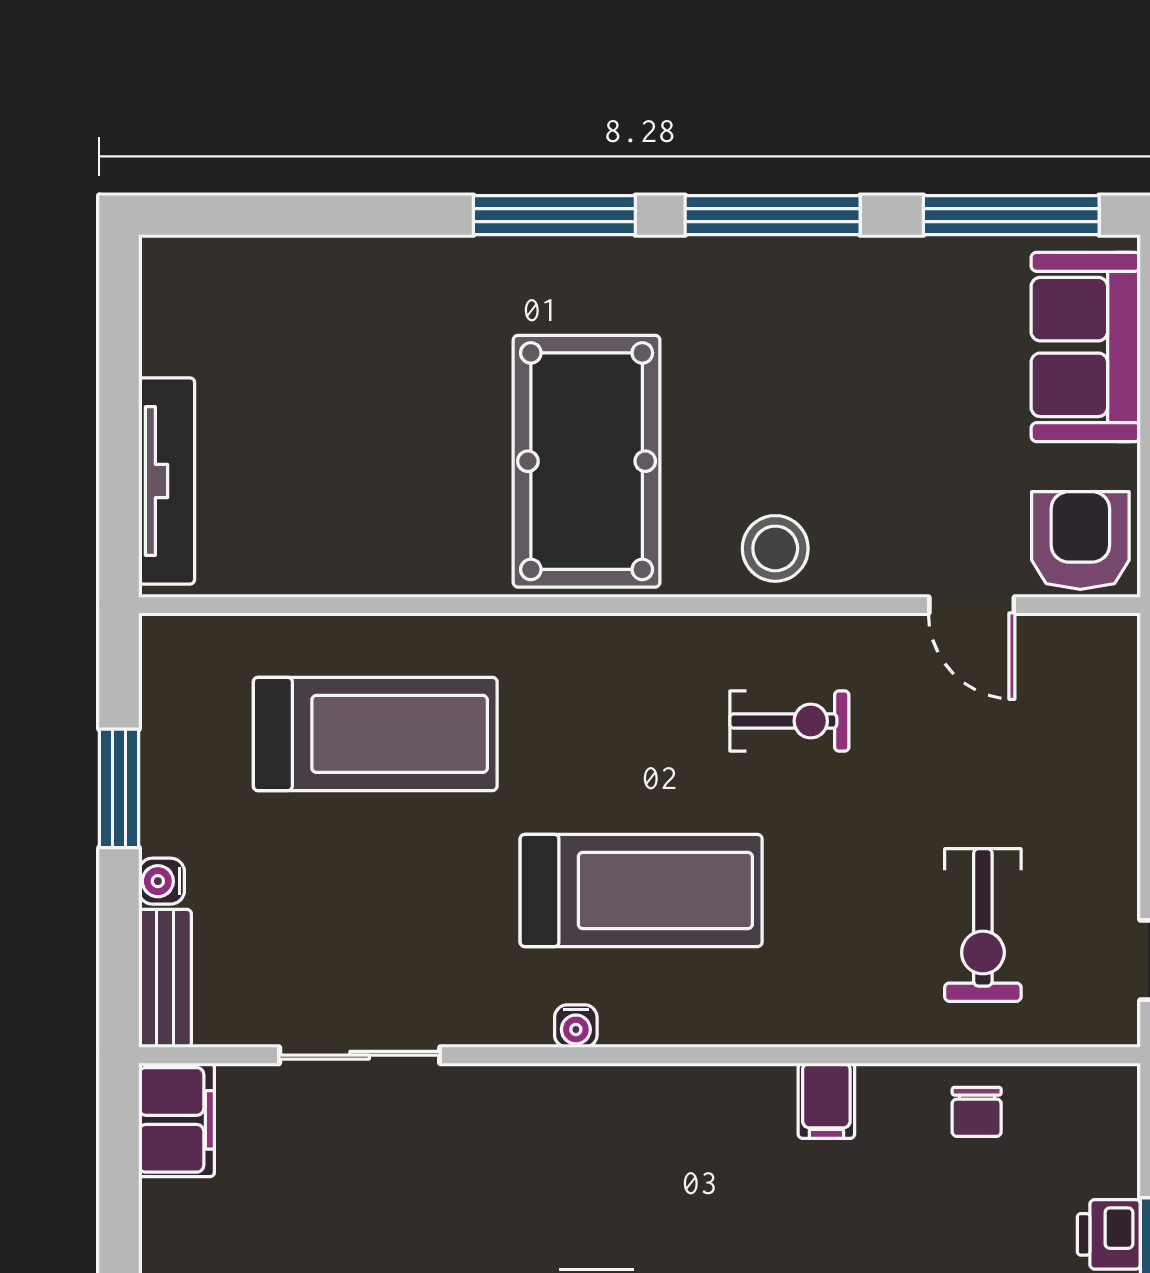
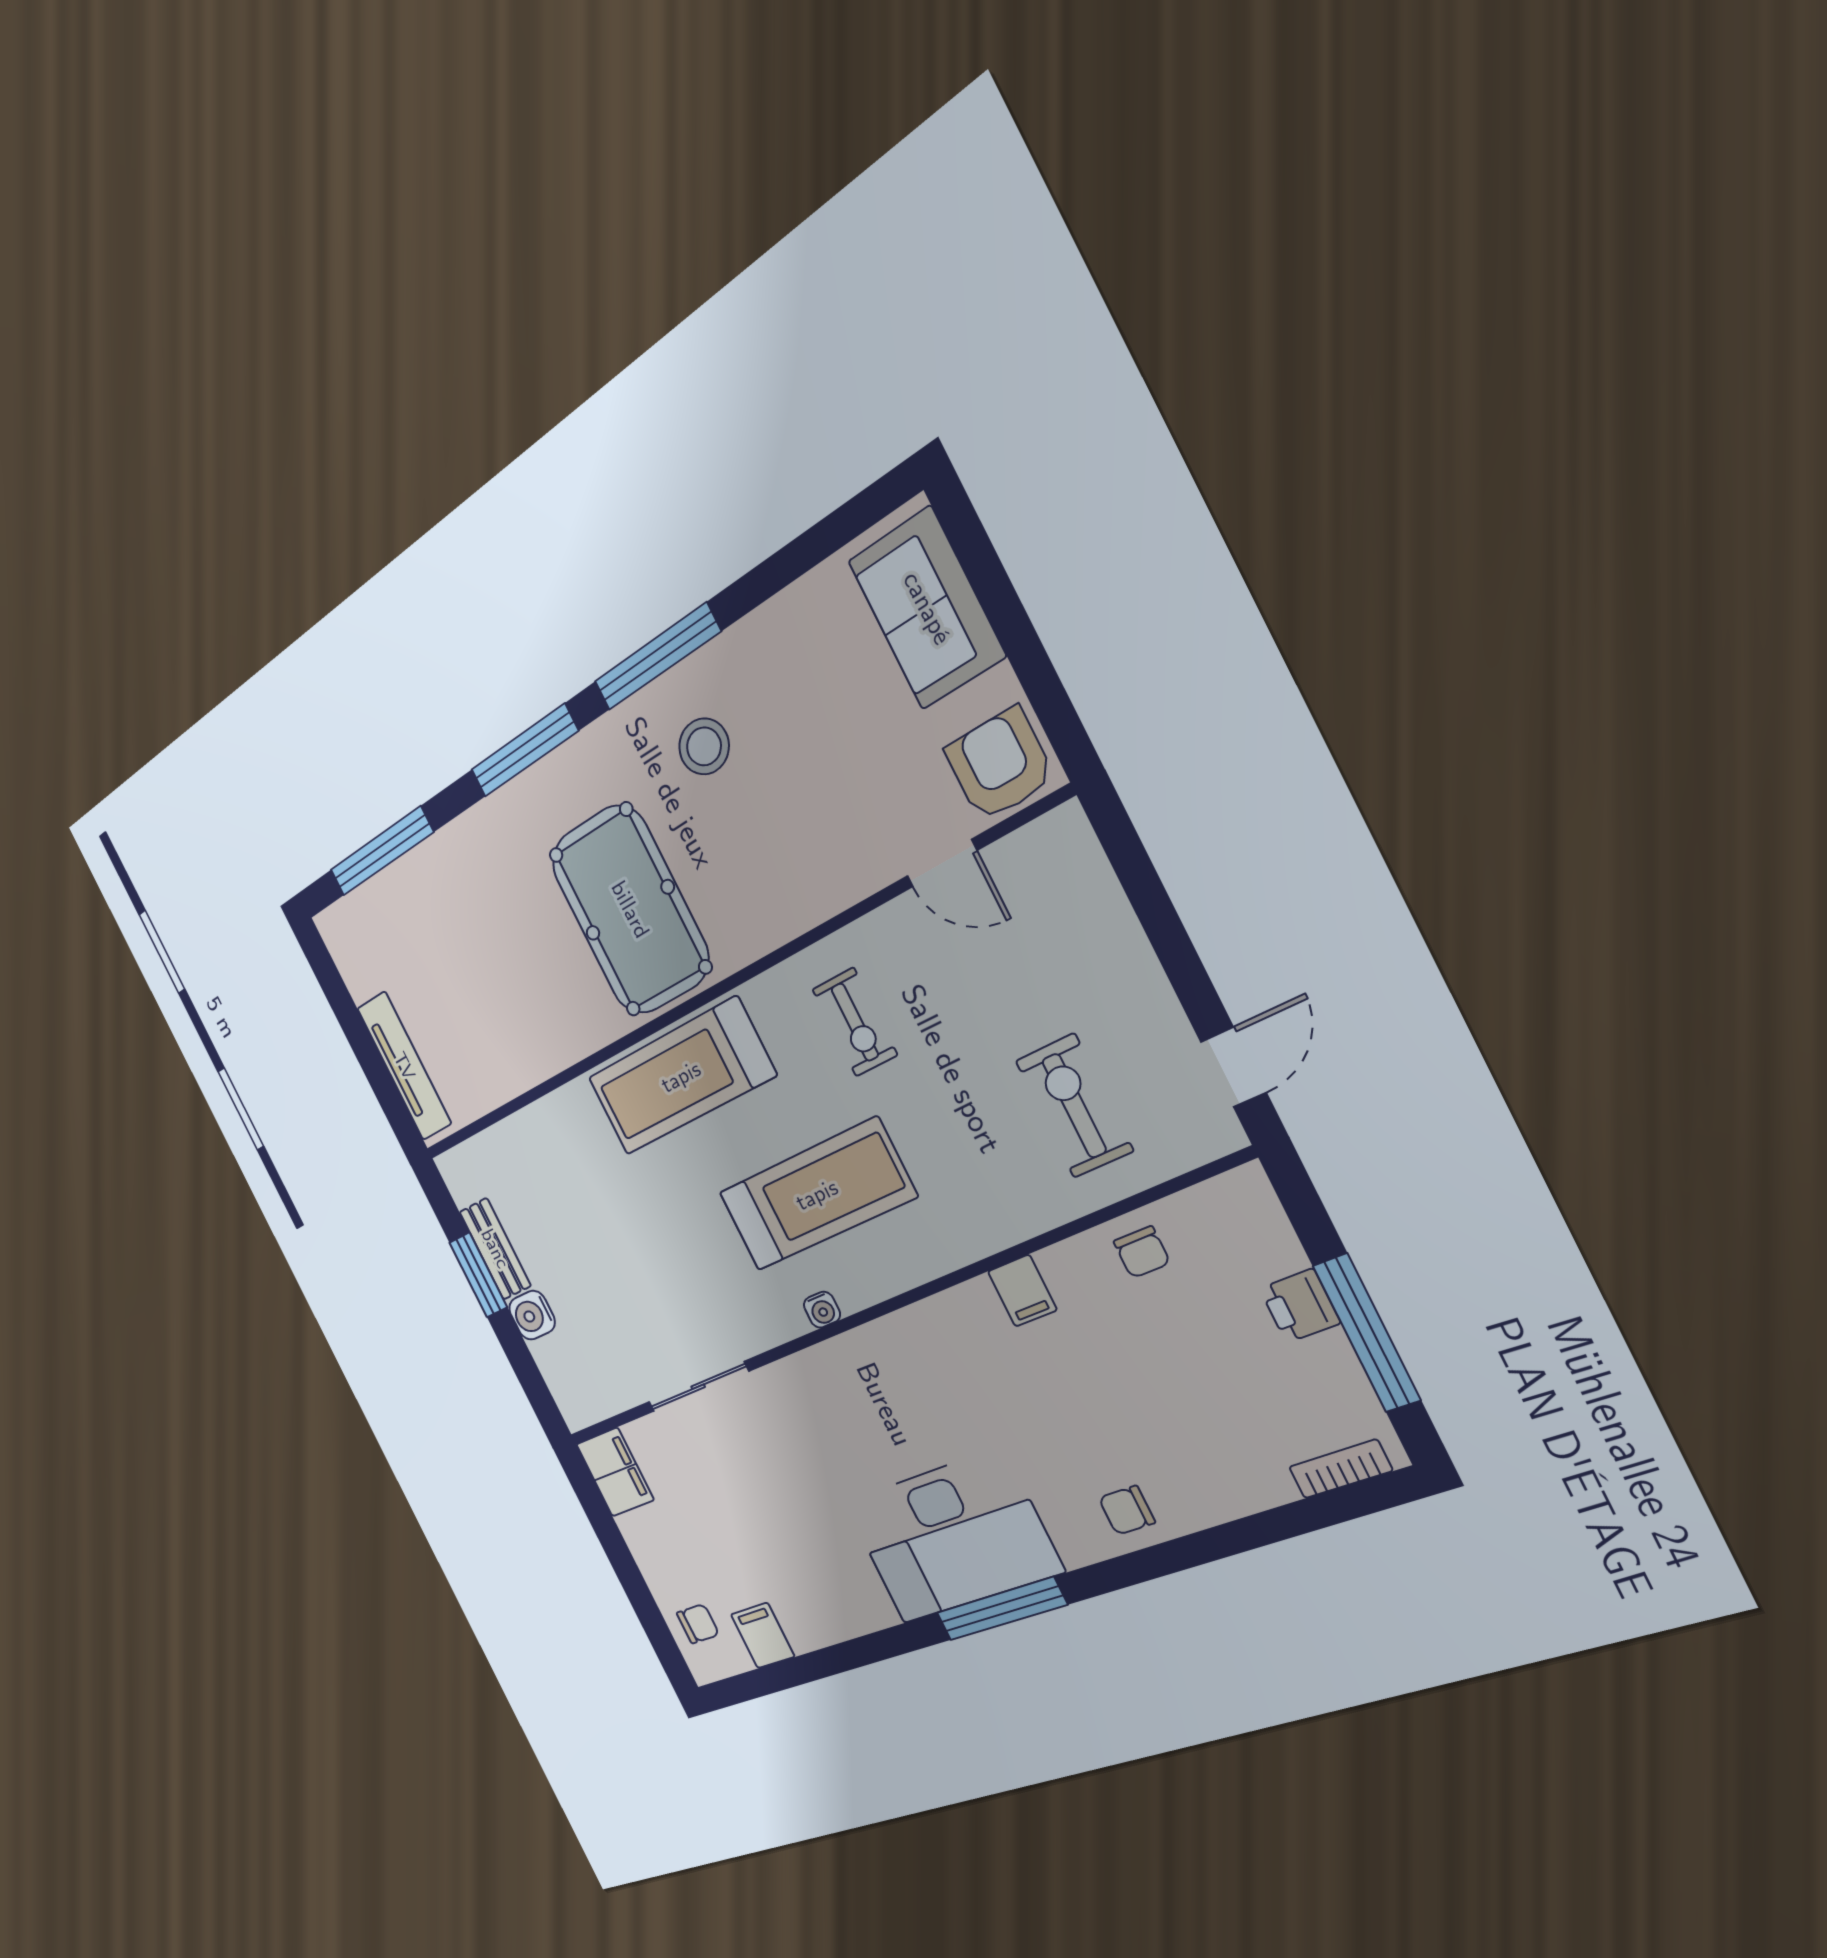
window: (1011, 215) -> (382, 851), moved
stool: (775, 548) -> (704, 746), moved
exercise bike: (789, 721) -> (855, 1022), turned 90
treadmill: (375, 734) -> (681, 1077), moved, turned 180
water cooler: (162, 881) -> (532, 1315), width x1.38, depth x1.38
exercise bike: (983, 925) -> (1074, 1106), turned 180
bench: (165, 978) -> (495, 1249), moved

